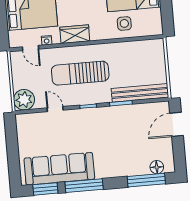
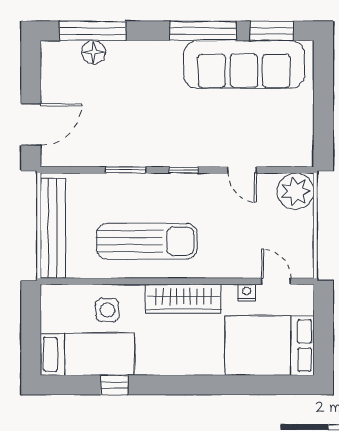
wardrobe: (75, 34) -> (183, 299), width x1.50
sun lounger: (80, 73) -> (147, 241), moved
bench: (140, 93) -> (53, 228), moved, turned 90
floor lamp: (157, 167) -> (94, 52), moved

